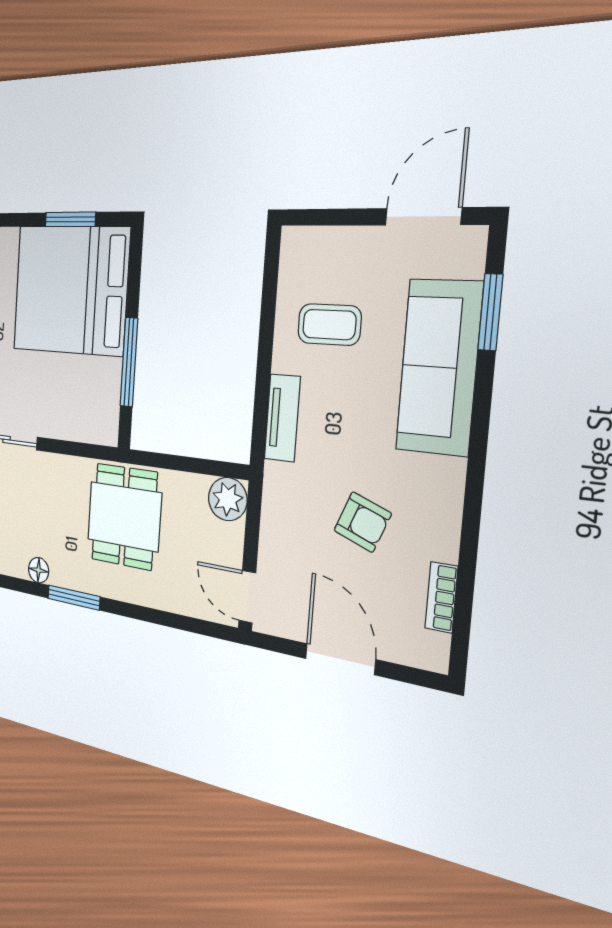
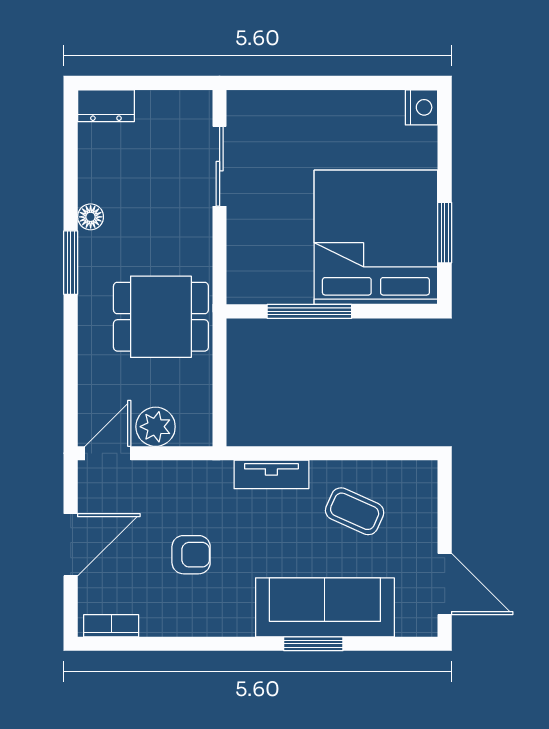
window: (490, 312) -> (313, 644), moved
coffee table: (329, 325) -> (355, 511), turned -66
plant: (228, 499) -> (156, 427), moved
armchair: (362, 522) -> (191, 555), turned -111
bookcase: (441, 597) -> (111, 626), moved

